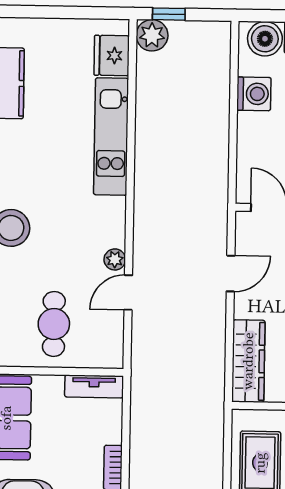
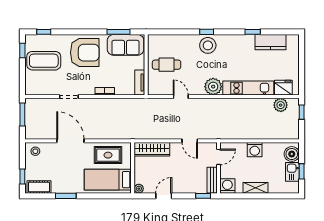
plant: (152, 35) -> (281, 105), moved
washing machine: (254, 94) -> (255, 150), moved
plant: (115, 259) -> (213, 87), moved, width x1.88, depth x1.88

